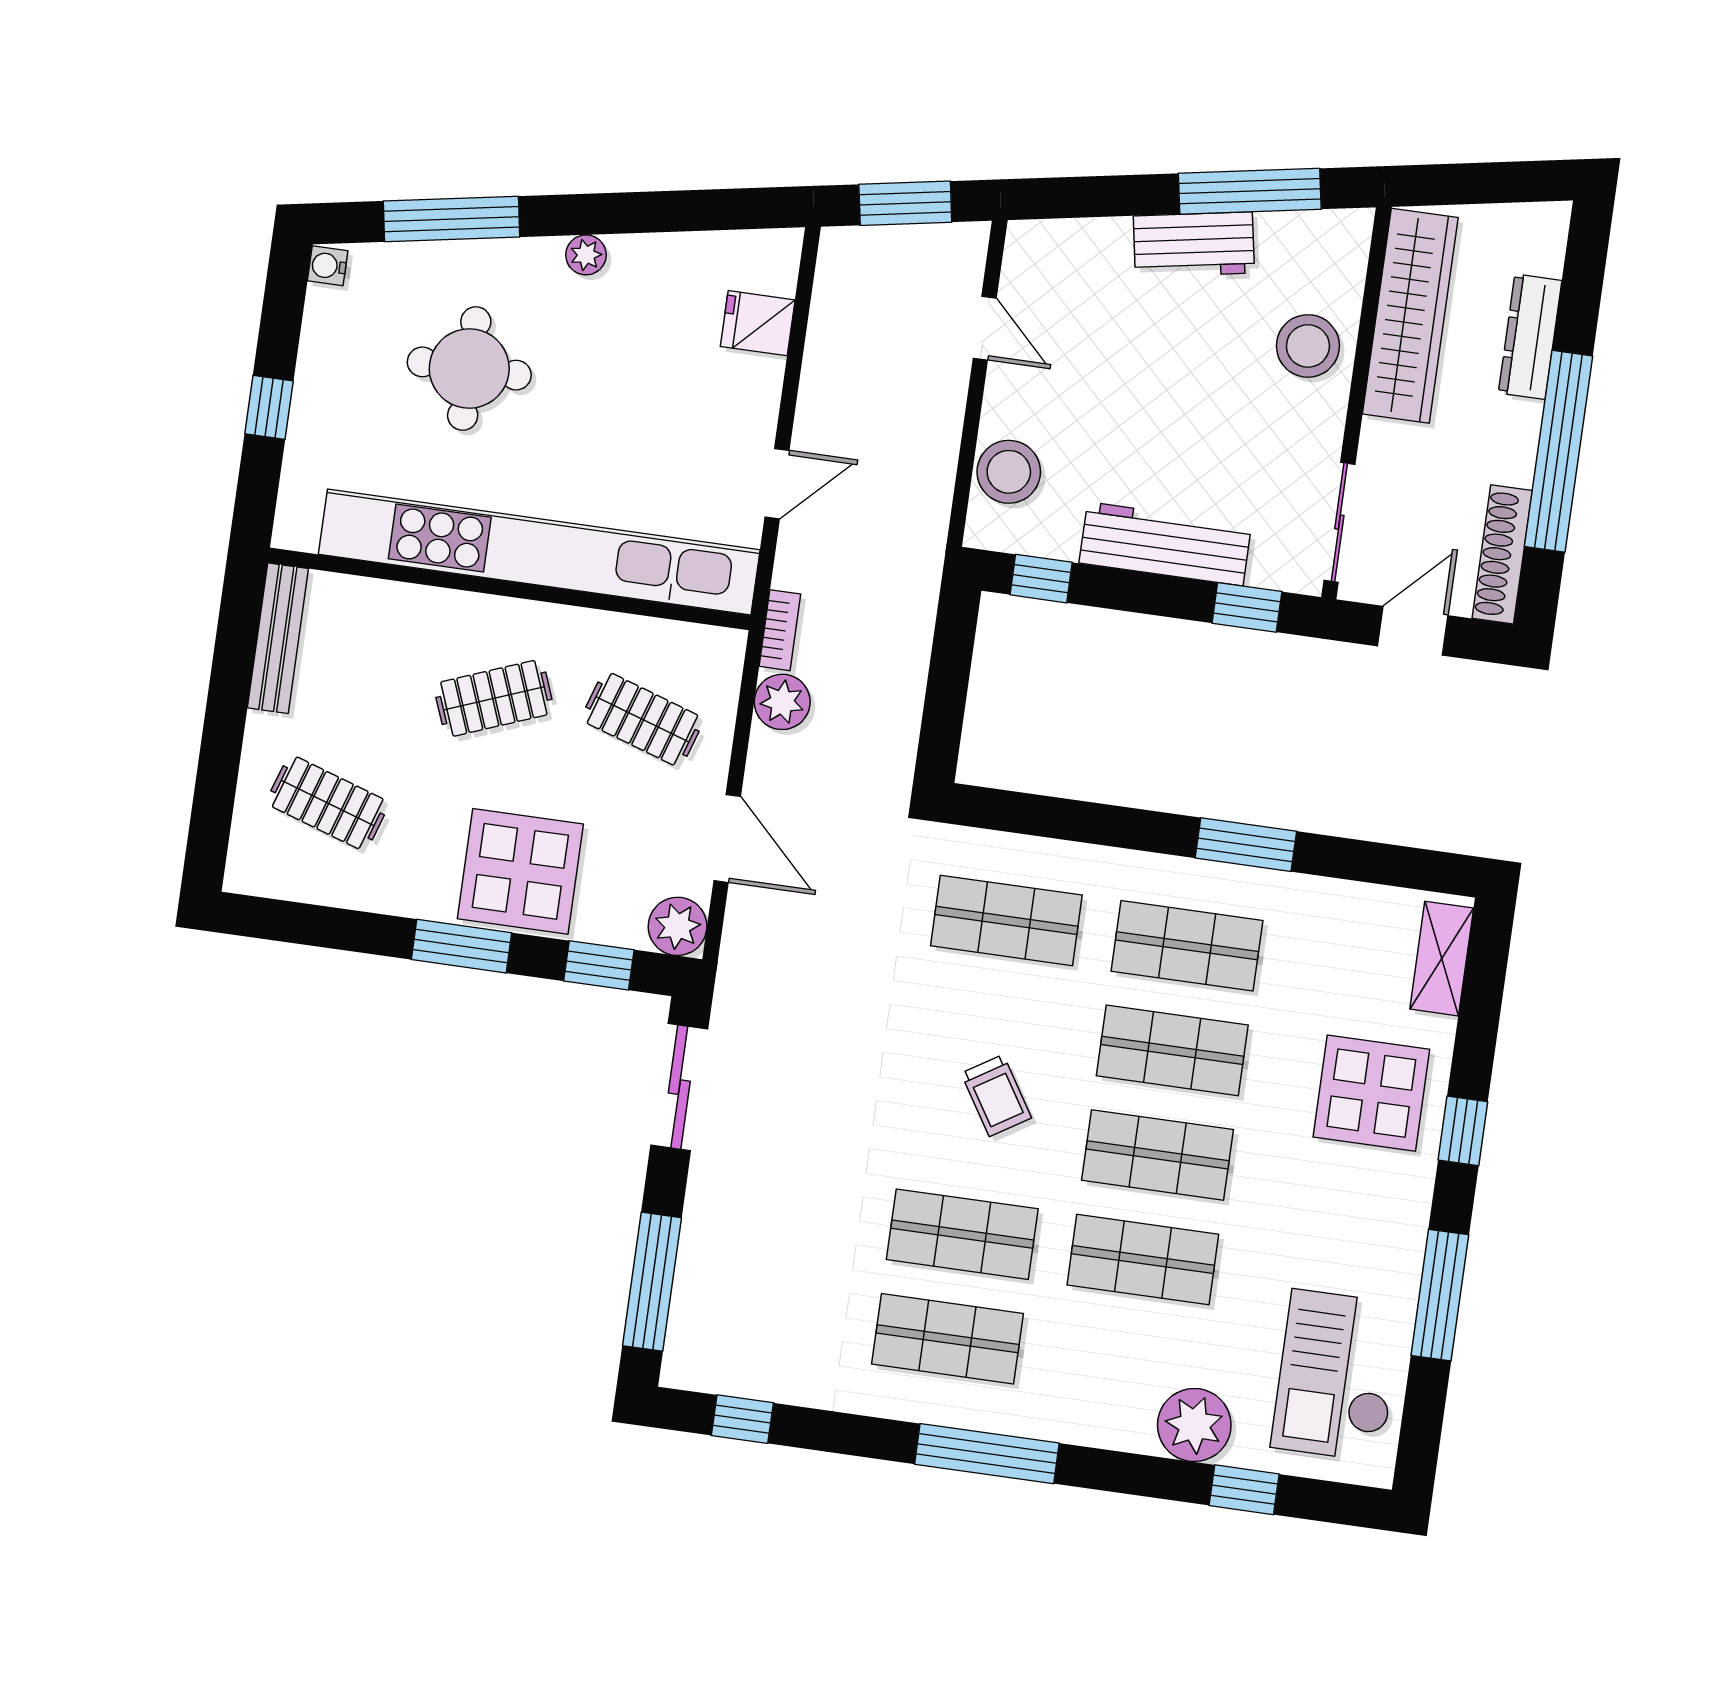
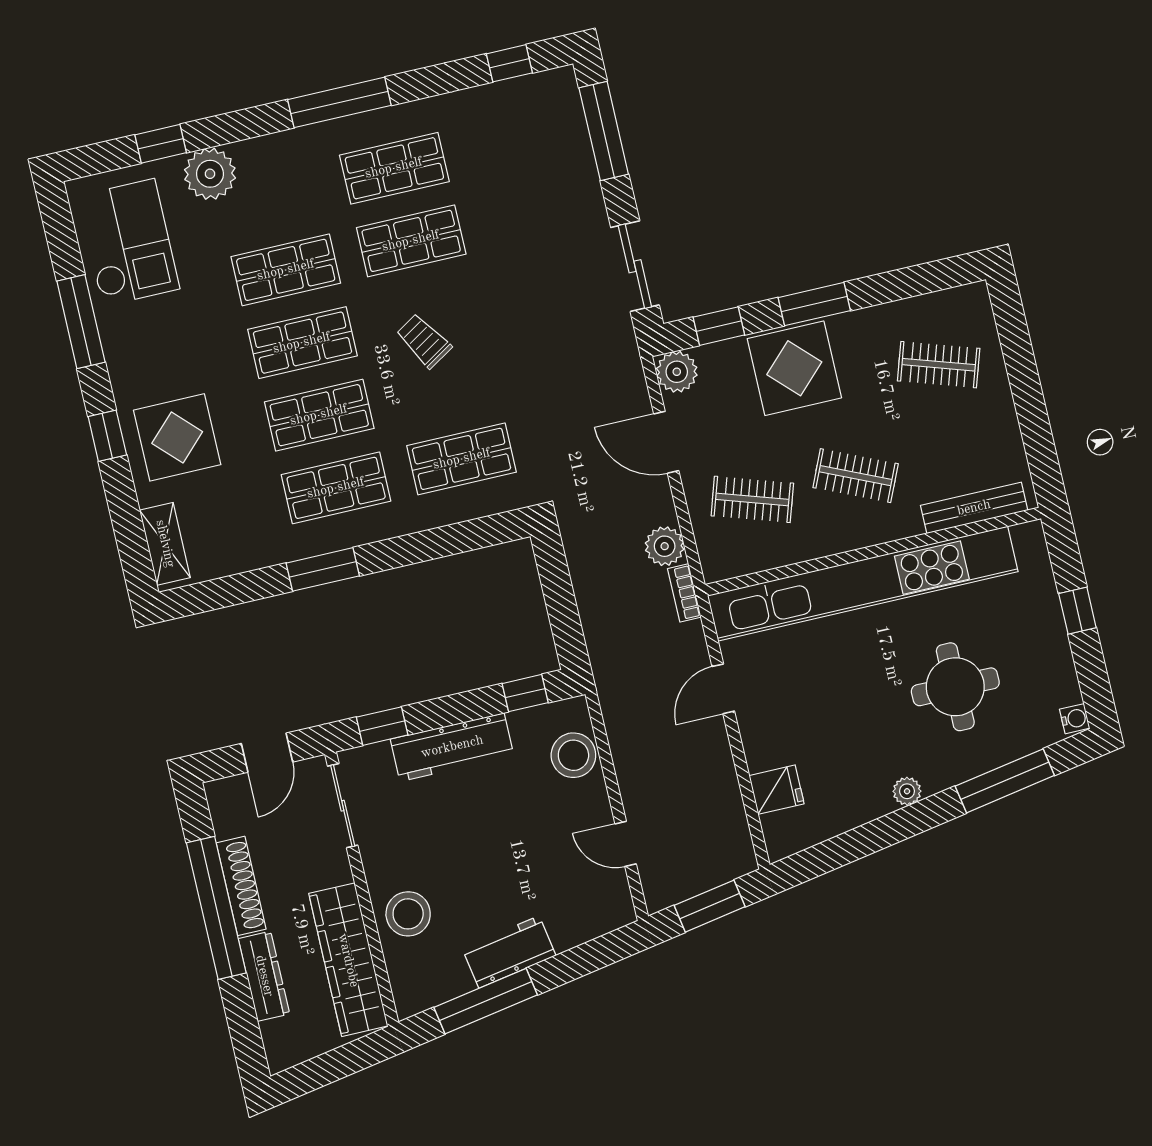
shoe rack: (1502, 554) -> (241, 886), moved
bench: (278, 638) -> (974, 508), moved, turned 90
clothes rail: (494, 698) -> (856, 476), turned 45

